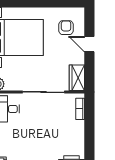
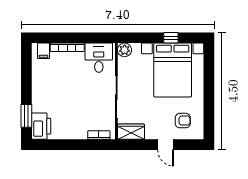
door: (89, 44) -> (166, 145), swing flipped

